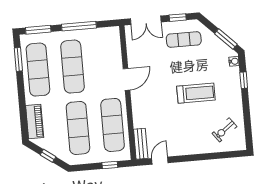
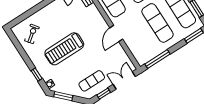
window: (79, 26) -> (158, 59), moved
treadmill: (196, 93) -> (64, 49), width x1.37, depth x1.38

